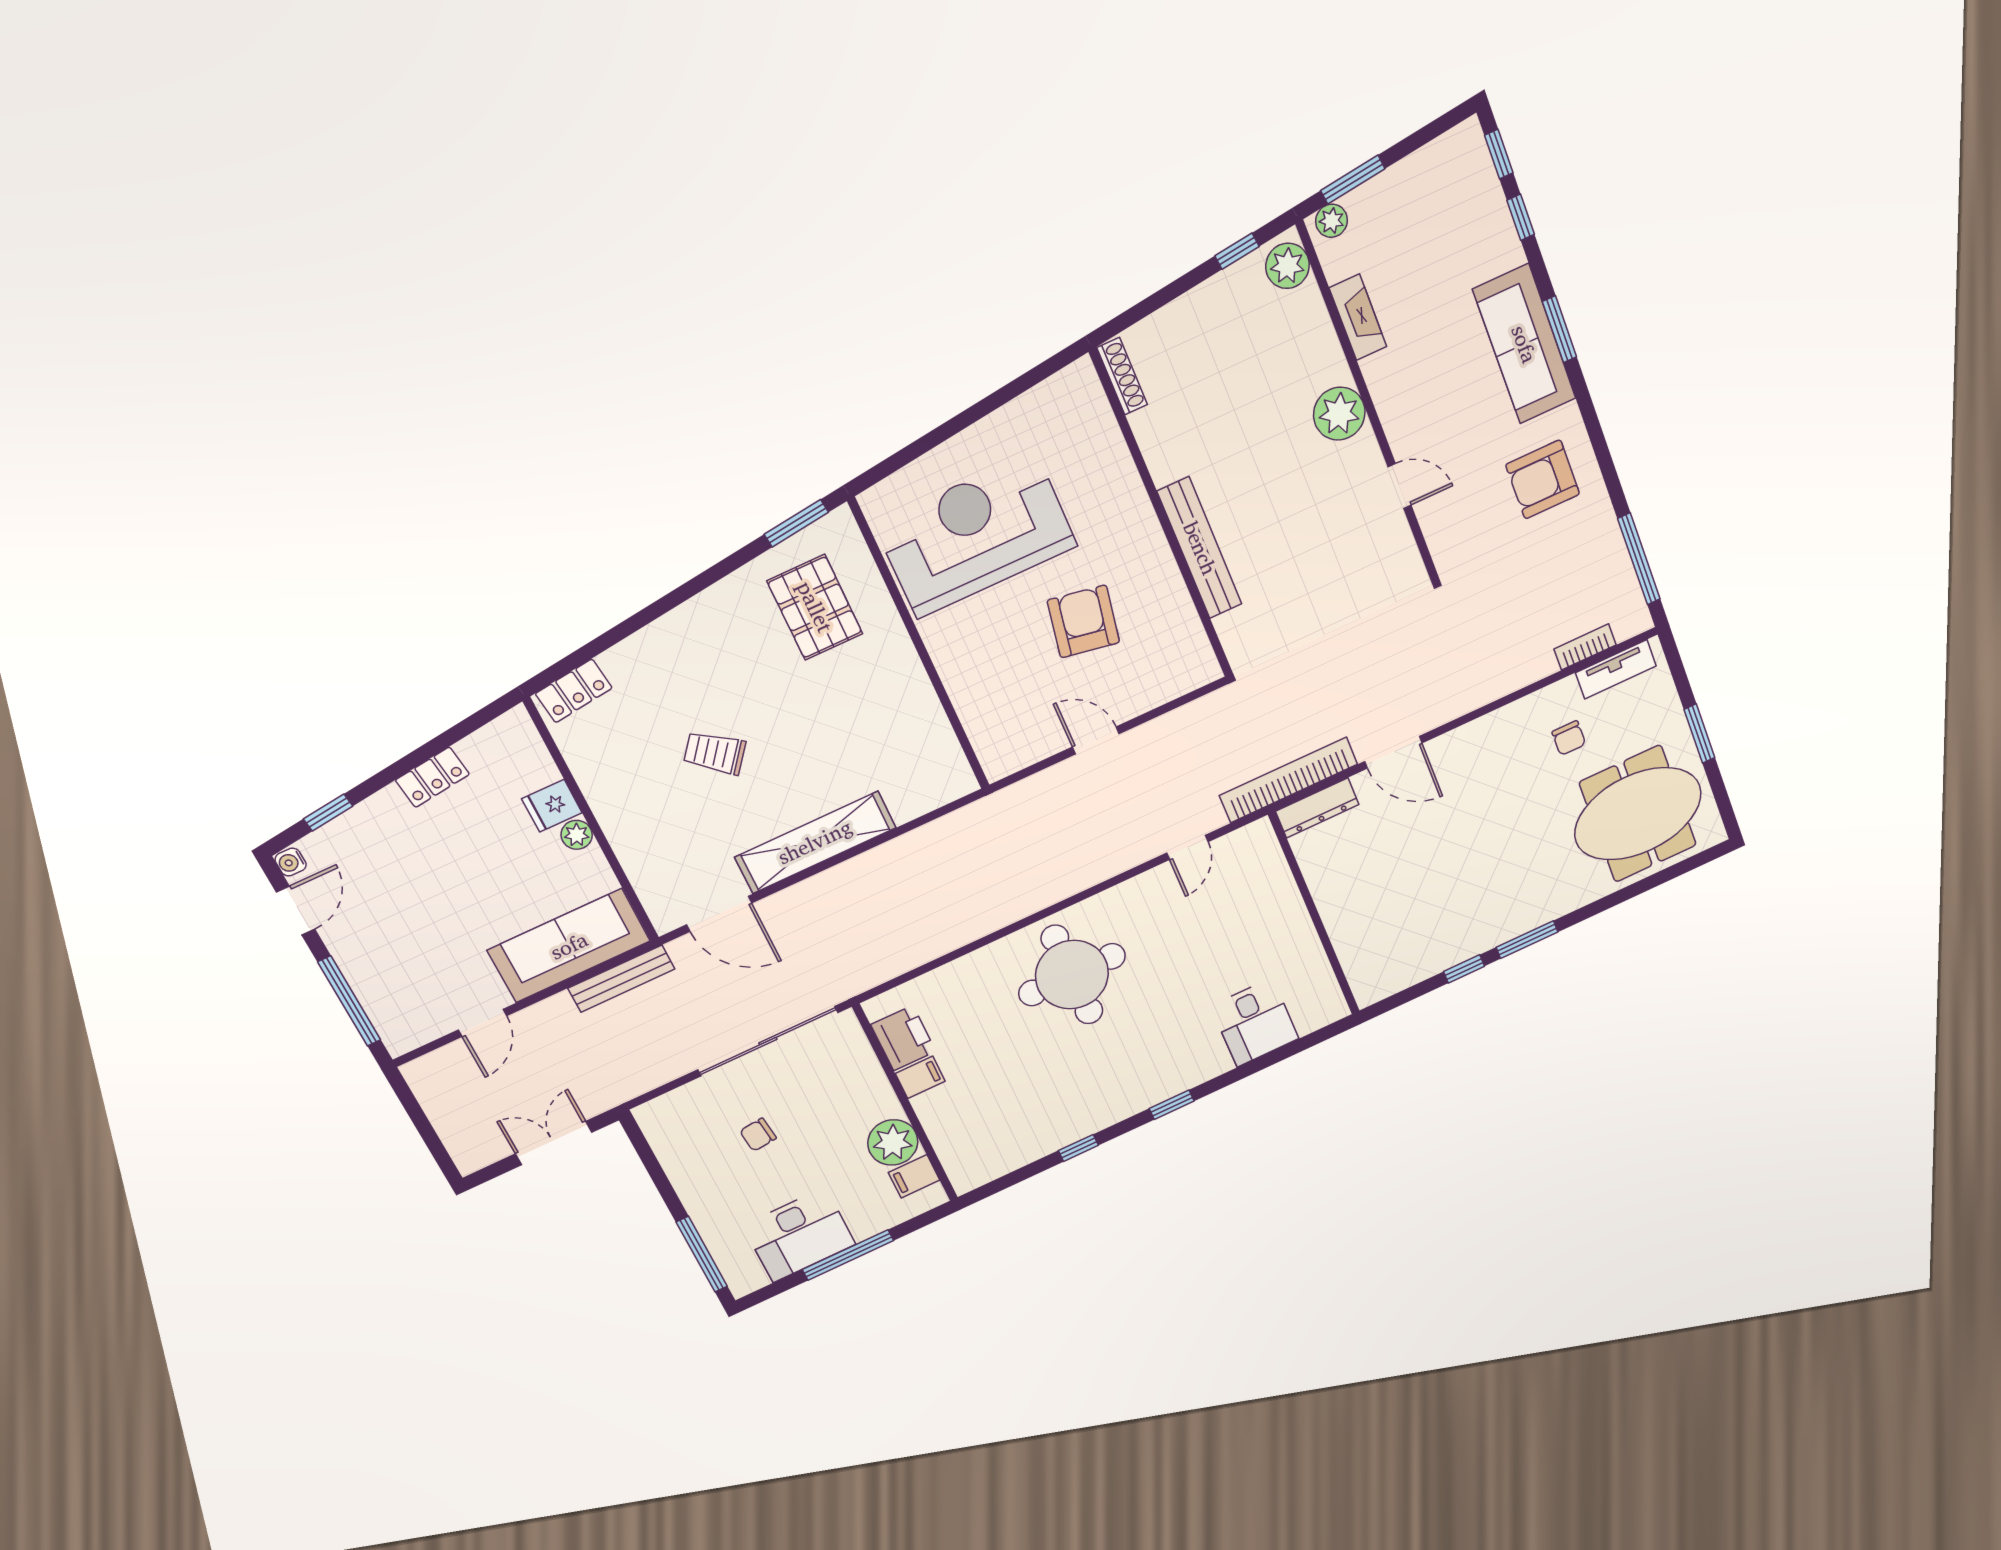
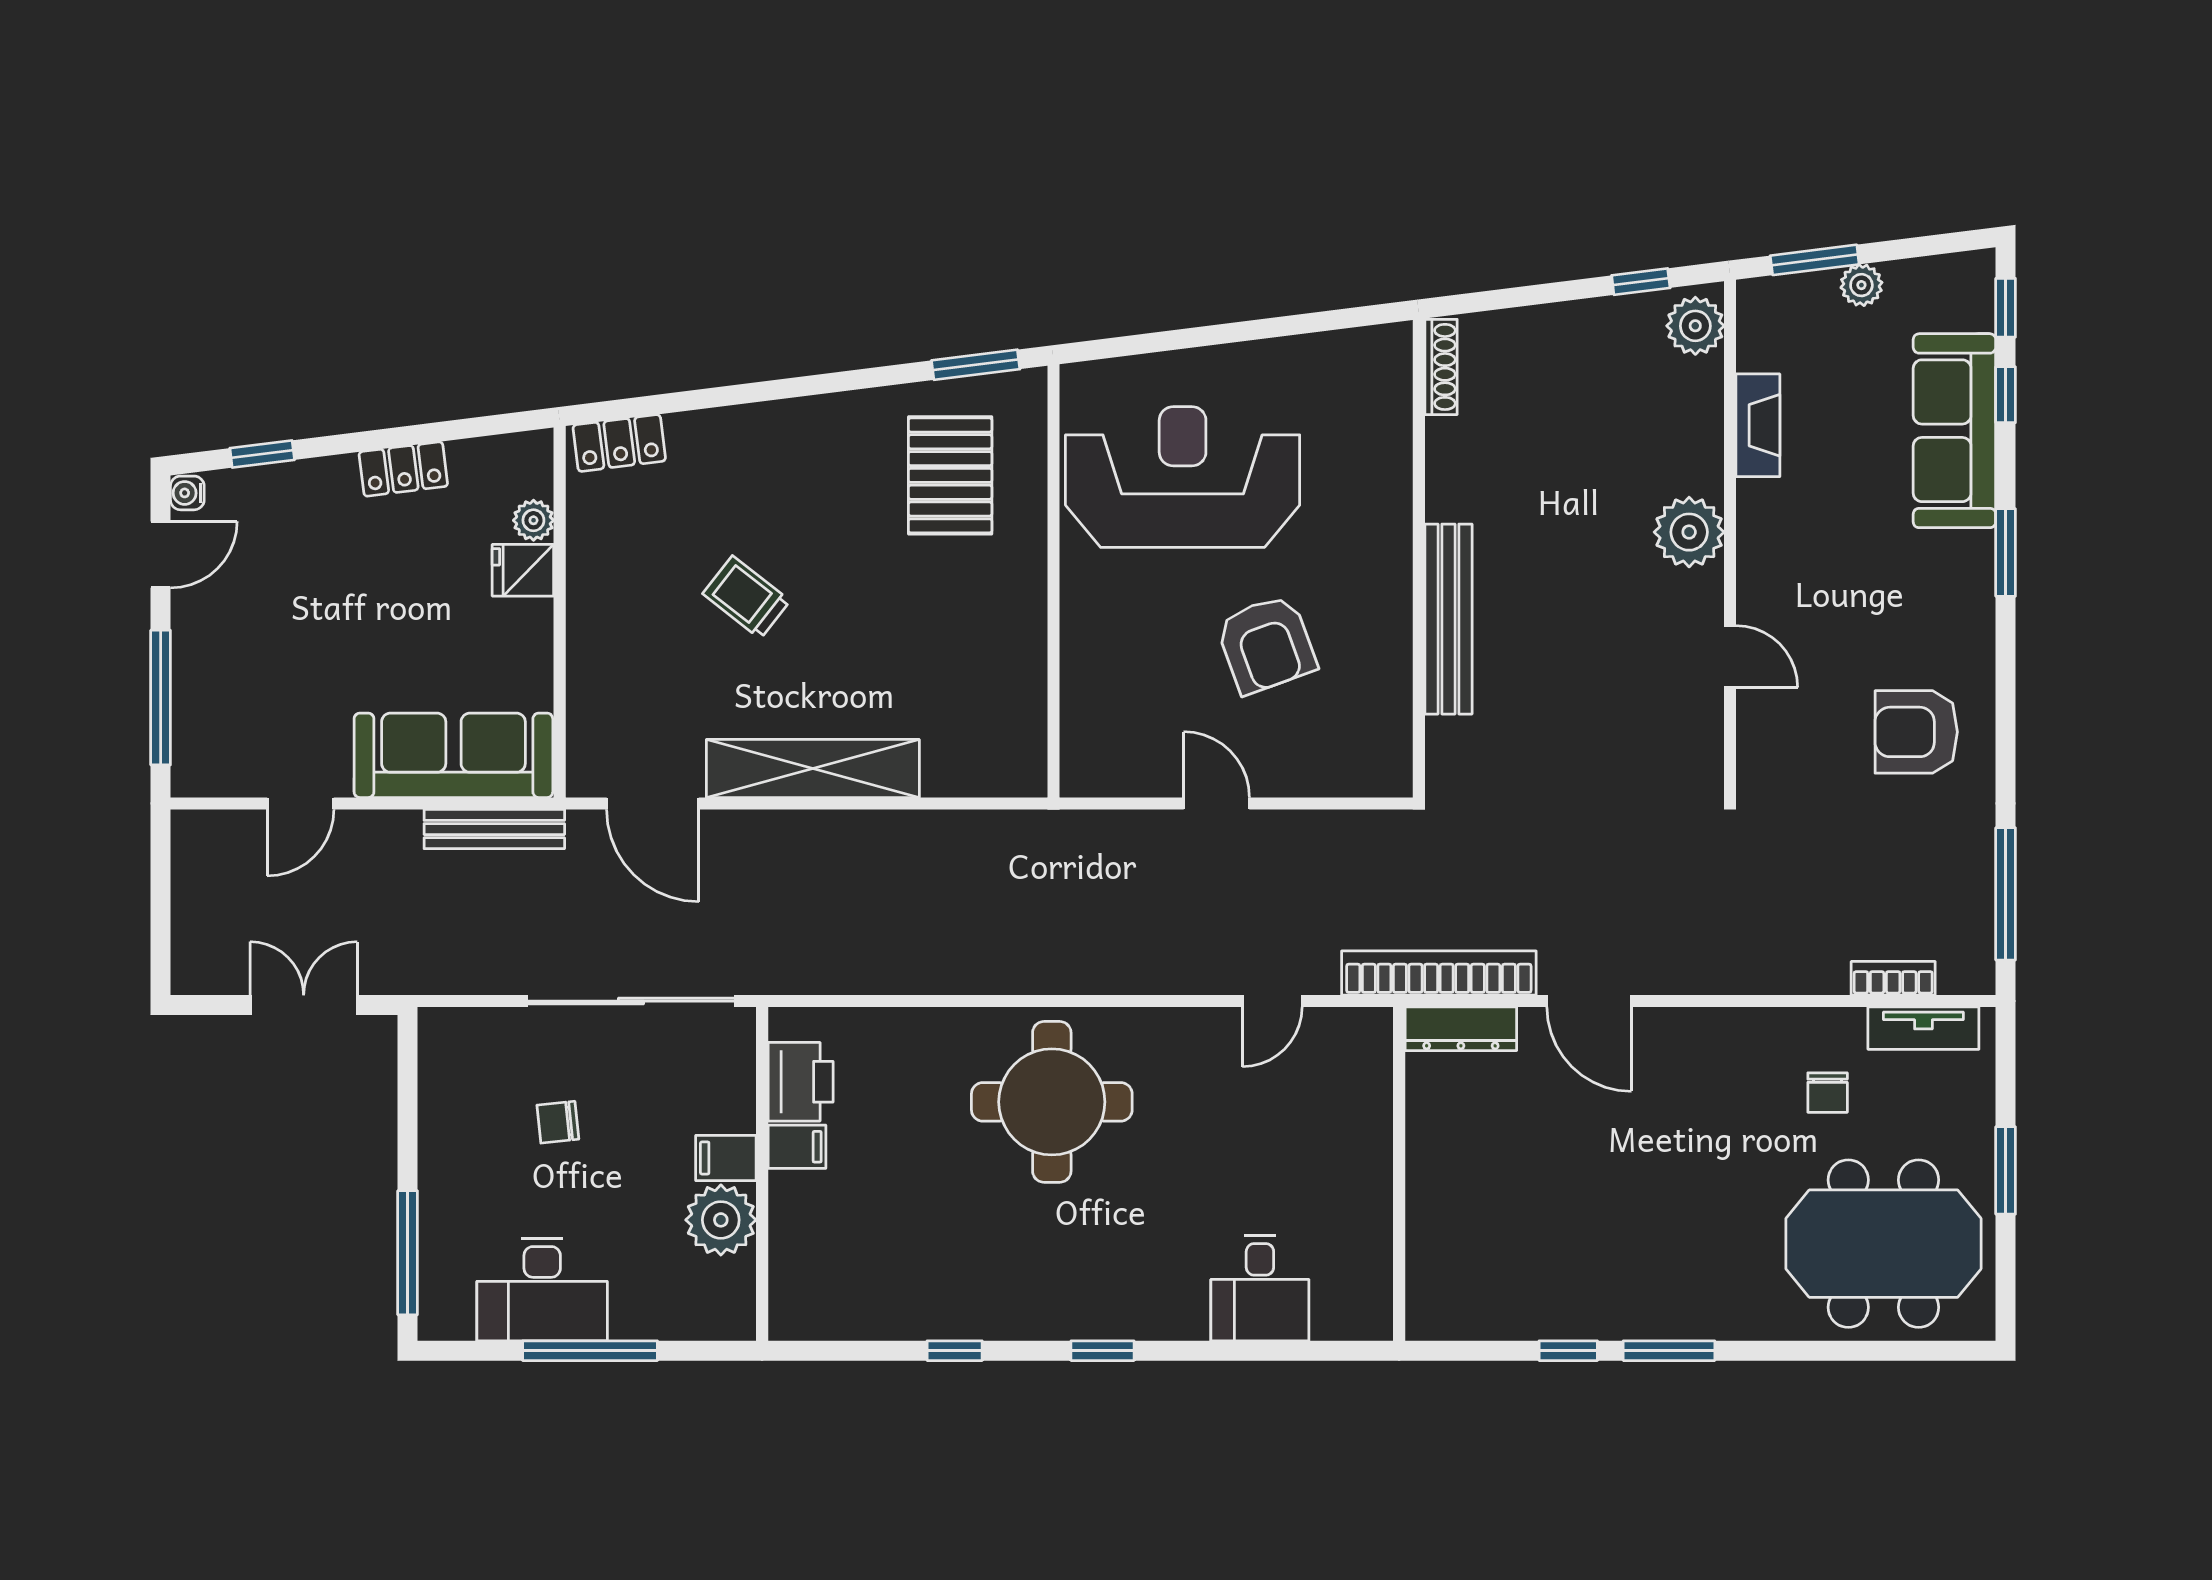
plant: (1332, 221) -> (1861, 285), moved
sofa: (1524, 344) -> (1954, 431), moved
armchair: (1083, 621) -> (1266, 644), turned 150
plant: (577, 835) -> (533, 520), moved
filing cabinet: (914, 1176) -> (726, 1158), moved

